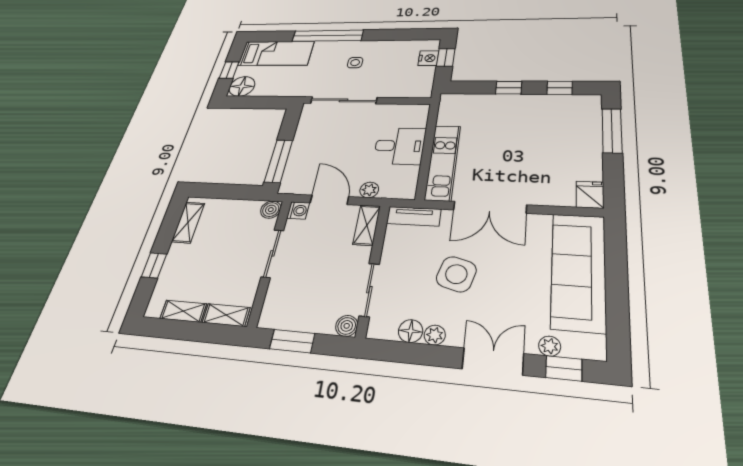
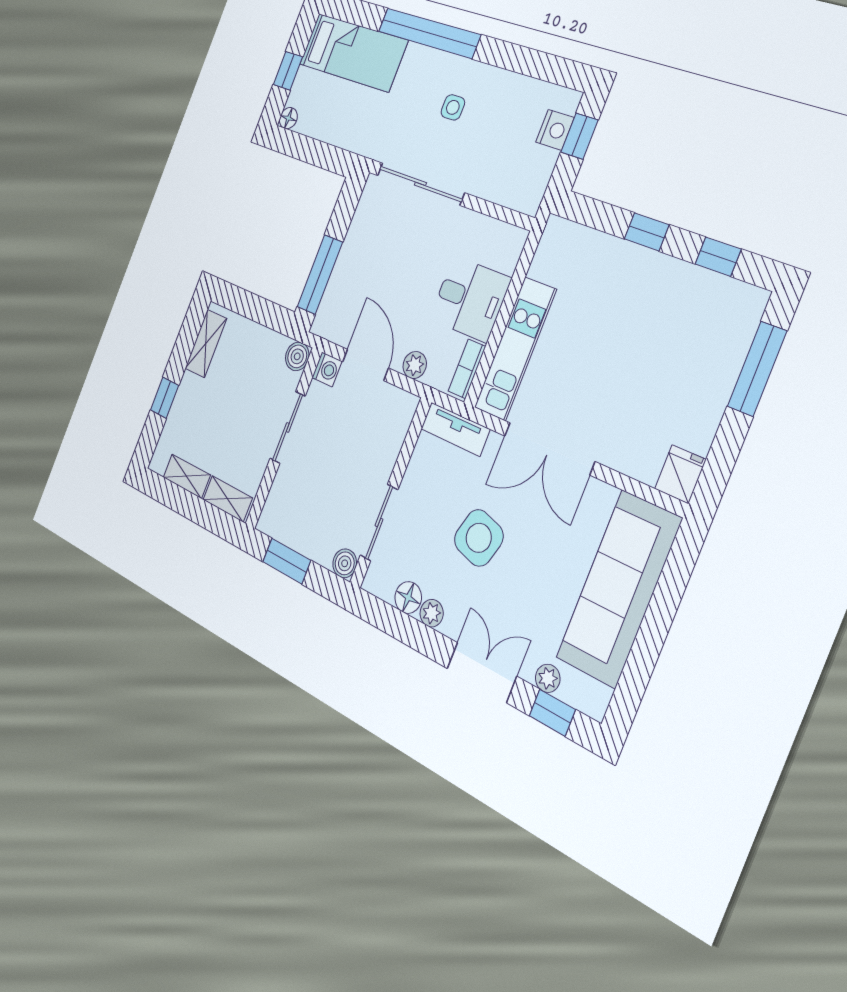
floor lamp: (242, 86) -> (288, 118), width x0.53, depth x0.53
bookcase: (411, 182) -> (467, 369), added
shelving: (367, 225) -> (399, 423), removed

